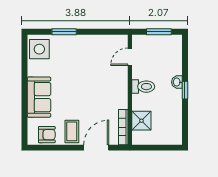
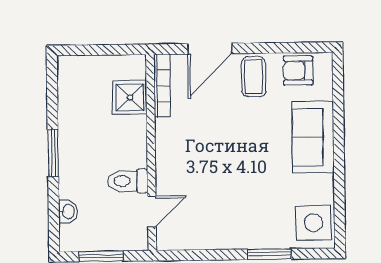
washbasin: (177, 82) -> (68, 212), moved
toilet: (143, 87) -> (128, 181), moved
window: (185, 90) -> (53, 153), width x1.50

